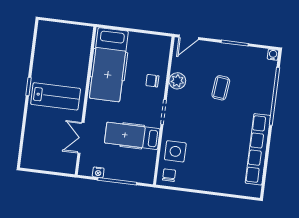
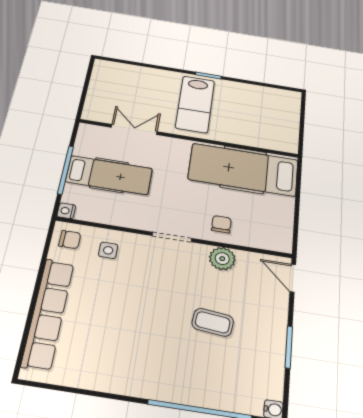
hospital bed: (132, 136) -> (109, 175), moved, turned 90
row of seats: (258, 149) -> (48, 313), moved, turned 90
side table: (175, 151) -> (108, 250), width x0.54, depth x0.54
nightstand: (98, 172) -> (66, 211), moved

